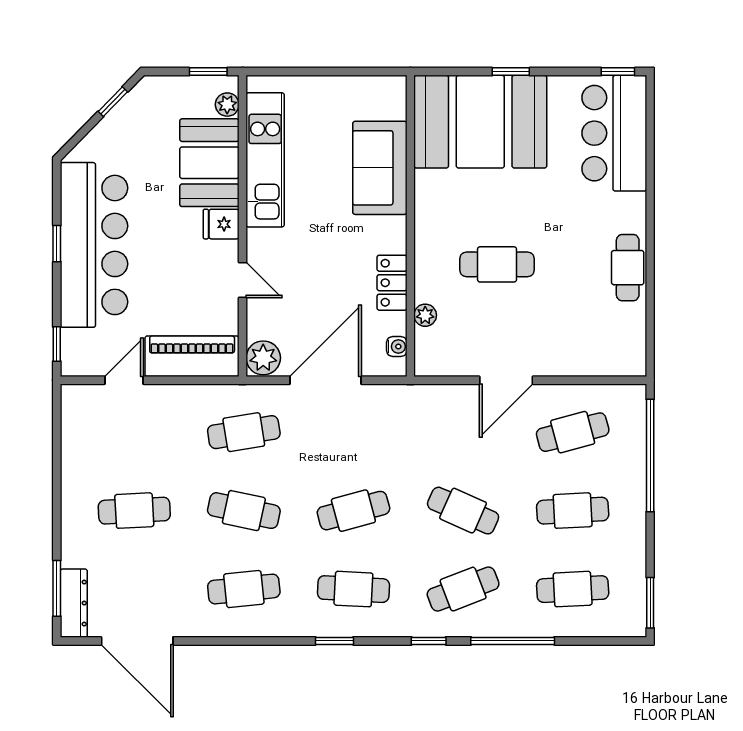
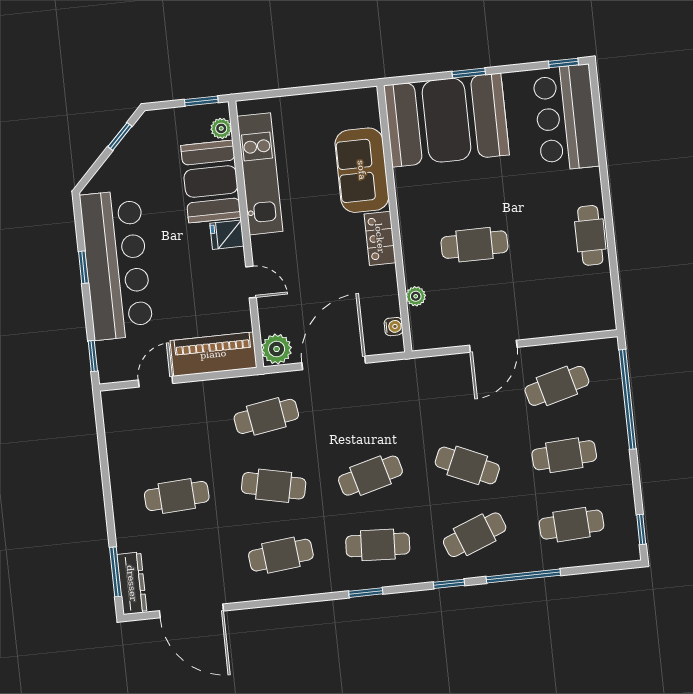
locker: (392, 283) -> (380, 238), moved
window: (650, 603) -> (641, 529), width x0.67

